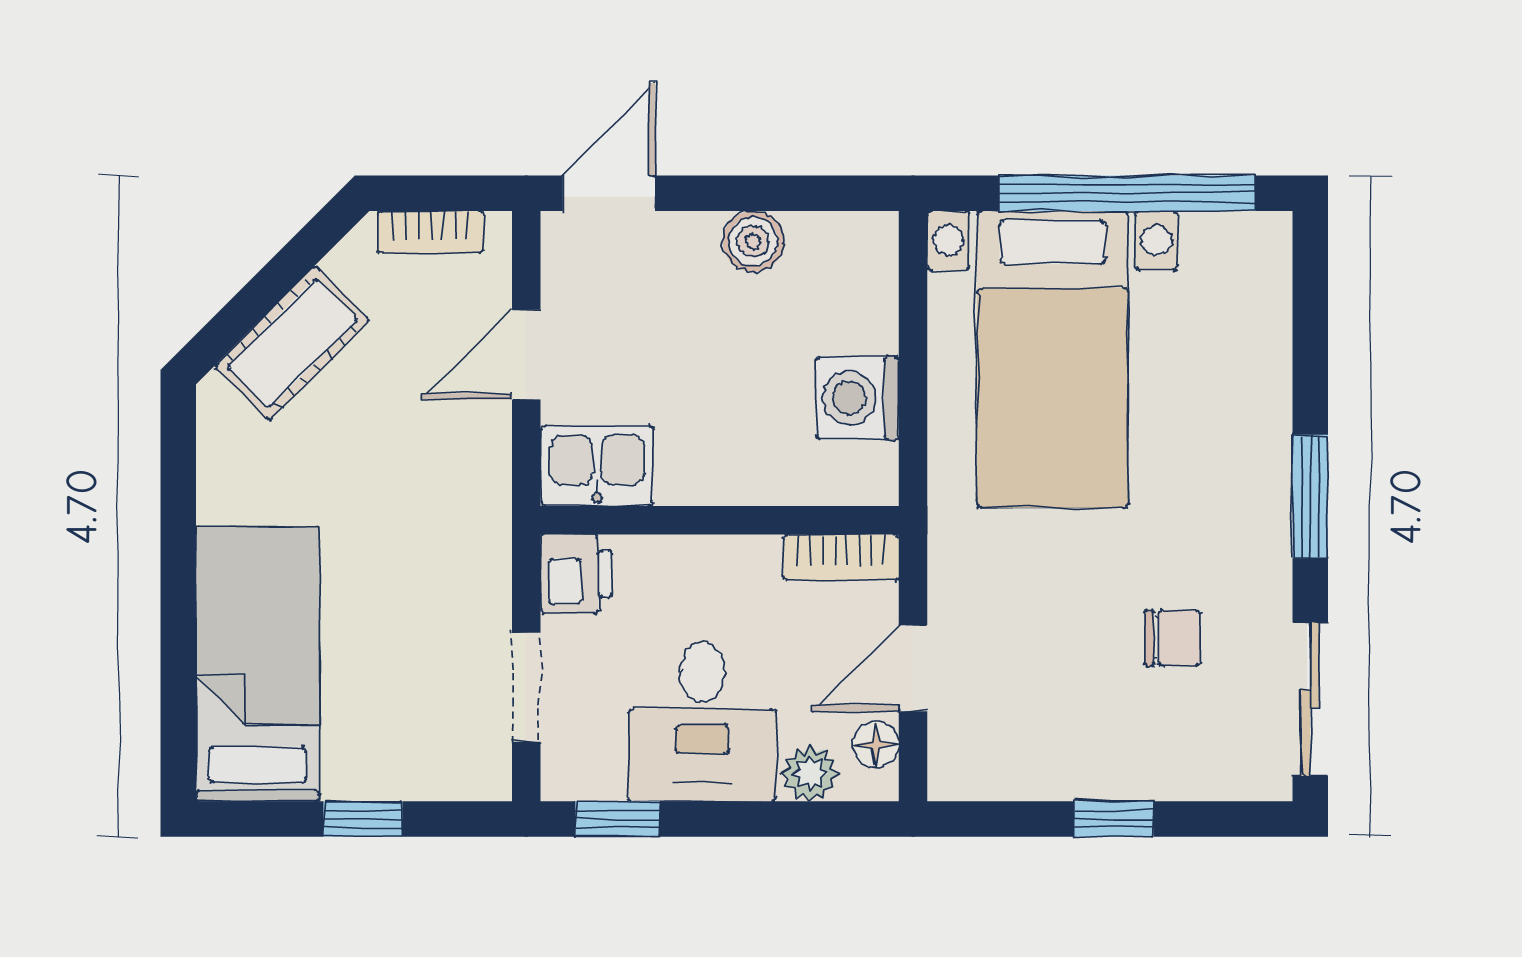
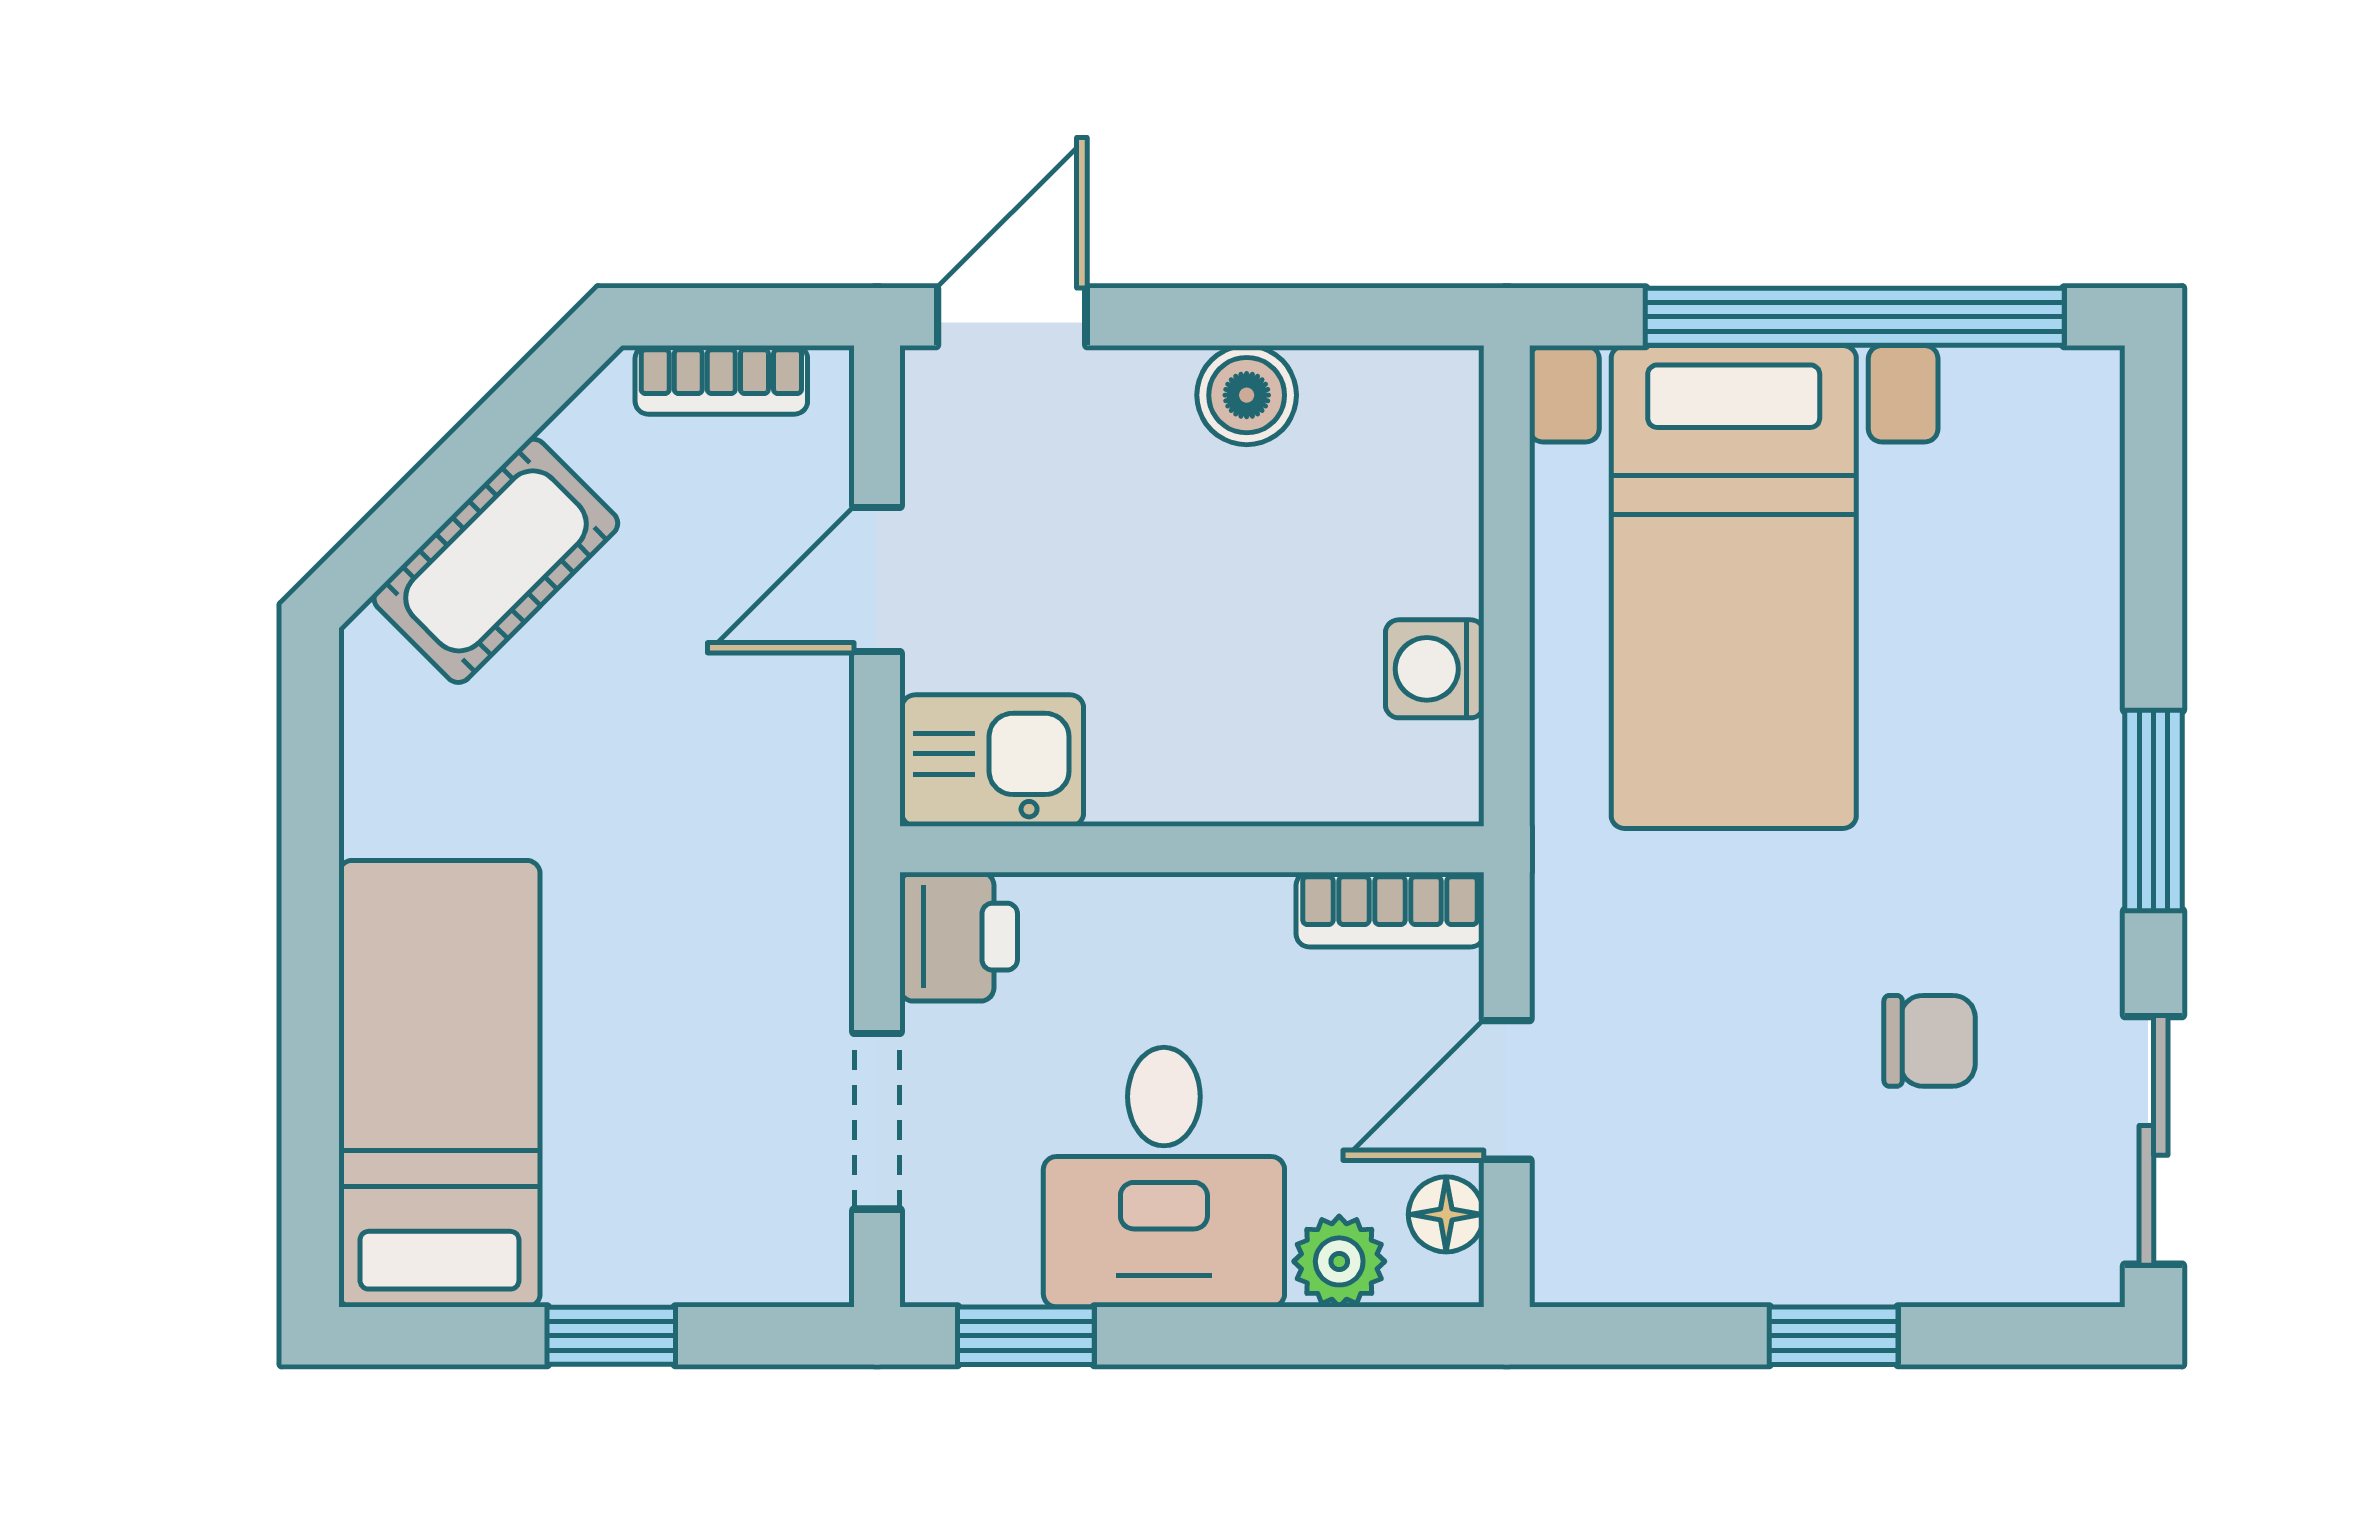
washing machine: (857, 398) -> (1435, 669), width x0.73, depth x0.73

